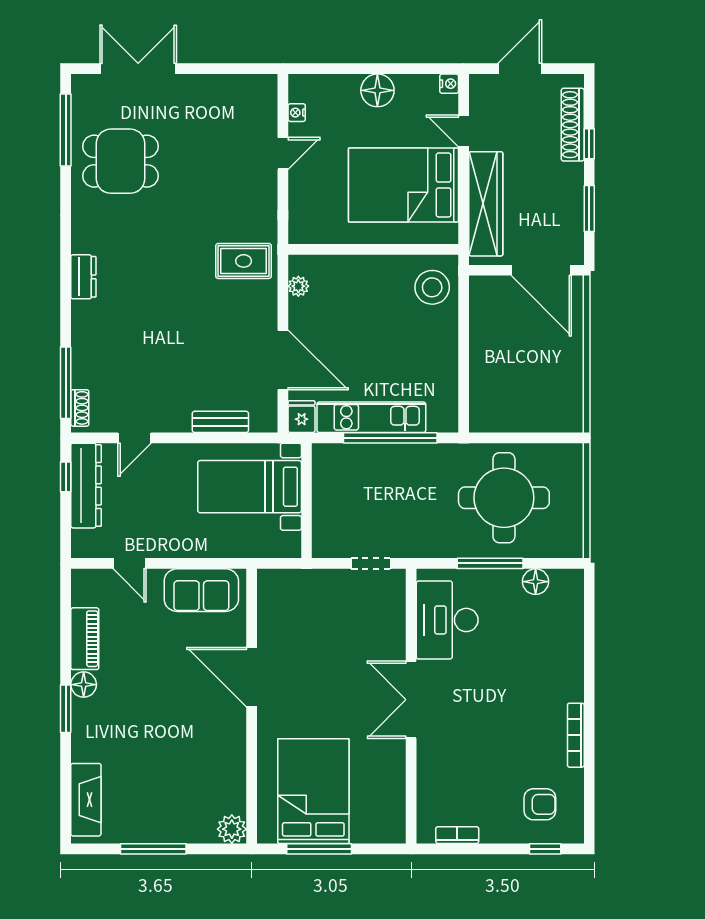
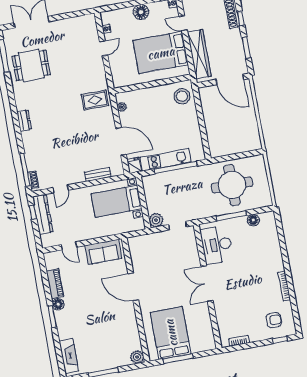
plant: (327, 543) -> (156, 220), added

